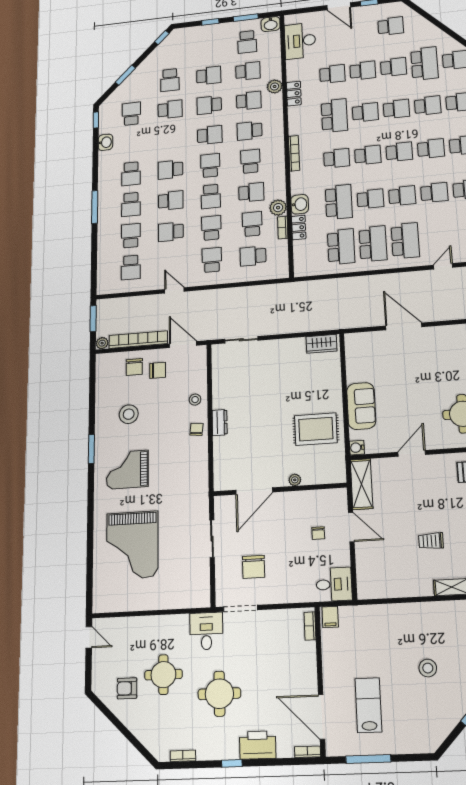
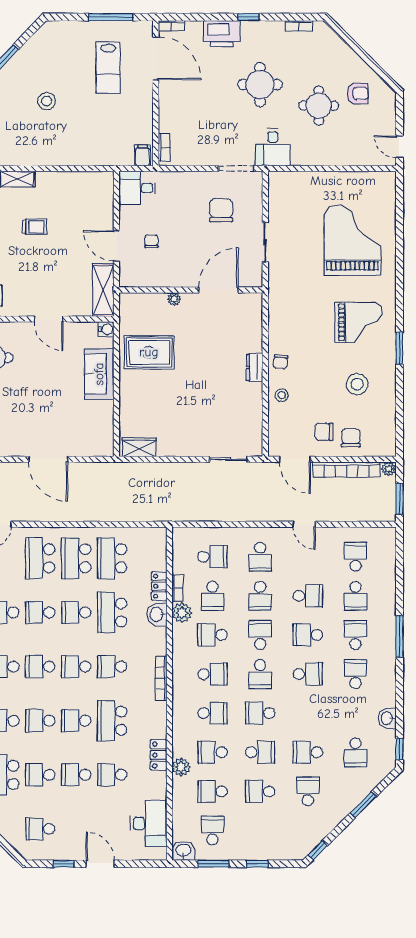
school desk: (250, 161) -> (212, 674), turned -90
door: (412, 453) -> (49, 319), hinge flipped

